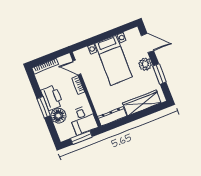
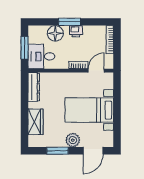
printer: (52, 97) -> (76, 31), width x0.53, depth x0.68
wardrobe: (142, 103) -> (35, 122), width x0.67

